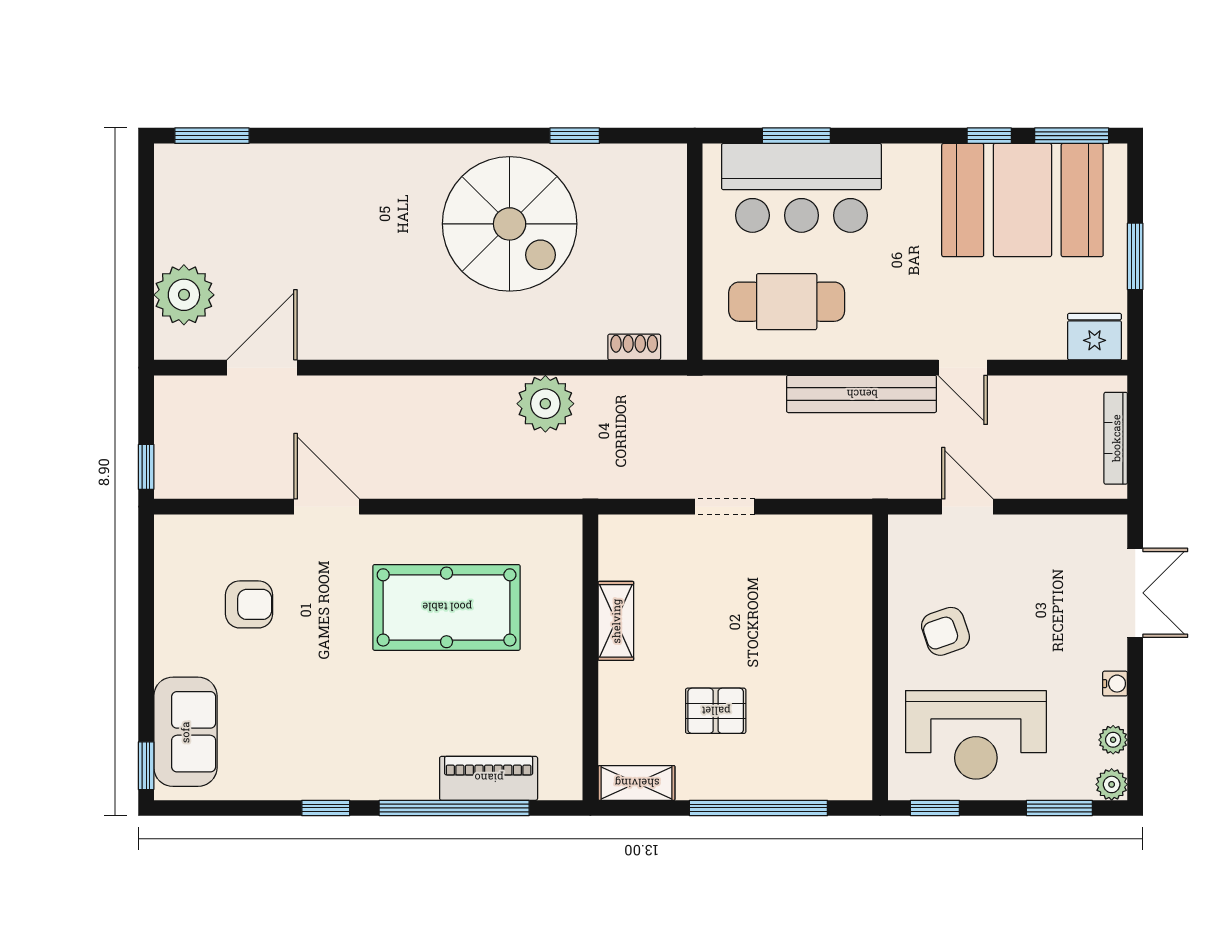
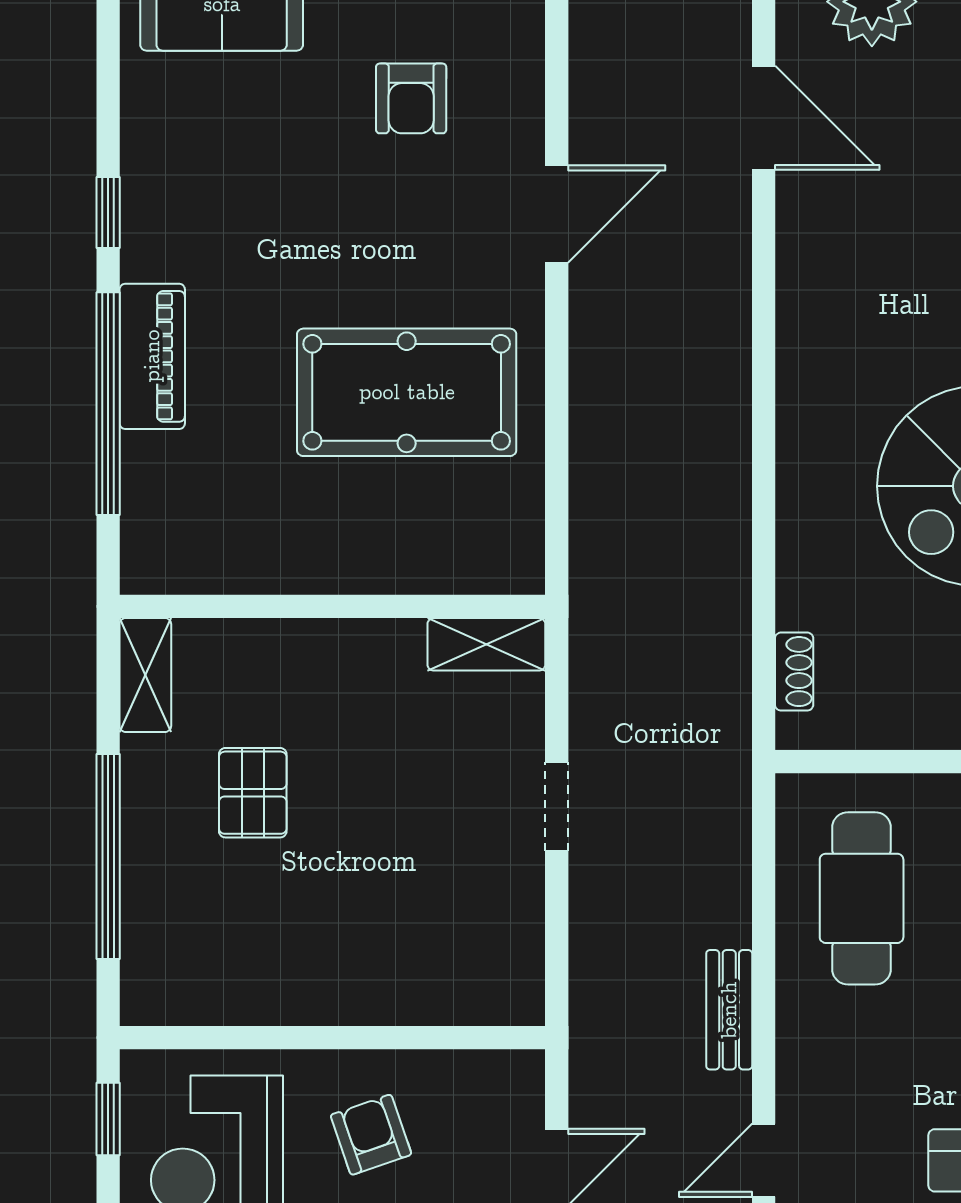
bench: (862, 394) -> (729, 1010), width x0.54, depth x0.82
plant: (545, 404) -> (710, 539), removed
pool table: (447, 607) -> (407, 392), turned 90
shelving: (616, 621) -> (486, 644), moved
piano: (489, 778) -> (152, 356), moved

